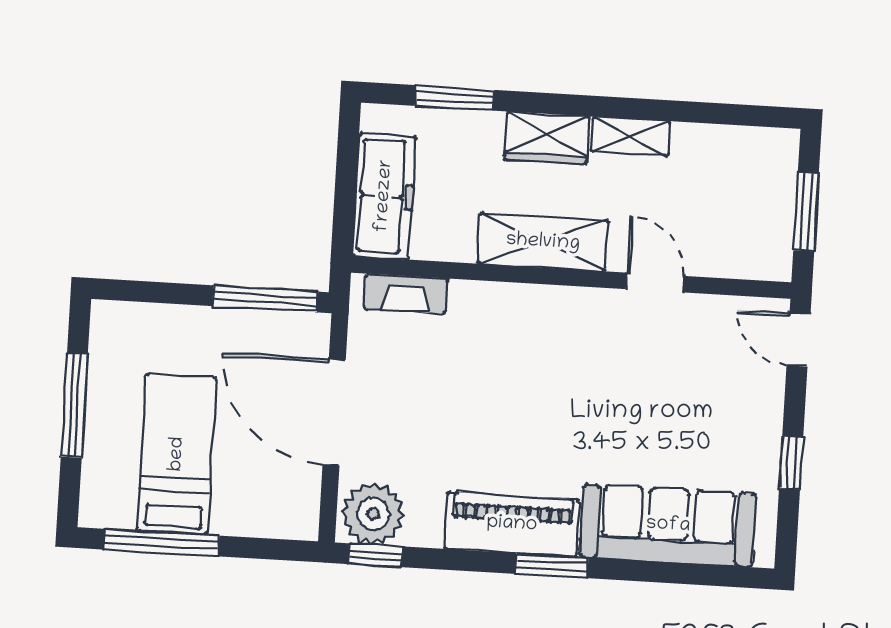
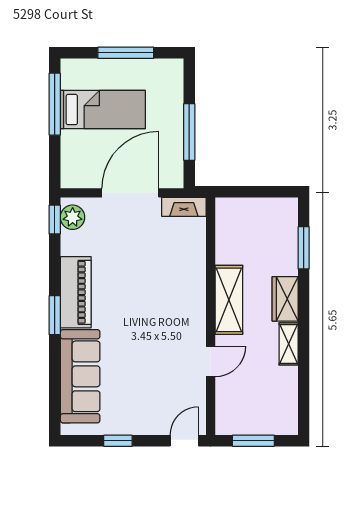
freezer: (384, 196) -> (248, 213), removed
fireplace: (406, 294) -> (184, 207), moved, turned -90
window: (265, 299) -> (189, 132), moved
plant: (373, 514) -> (73, 217), width x0.73, depth x0.73

